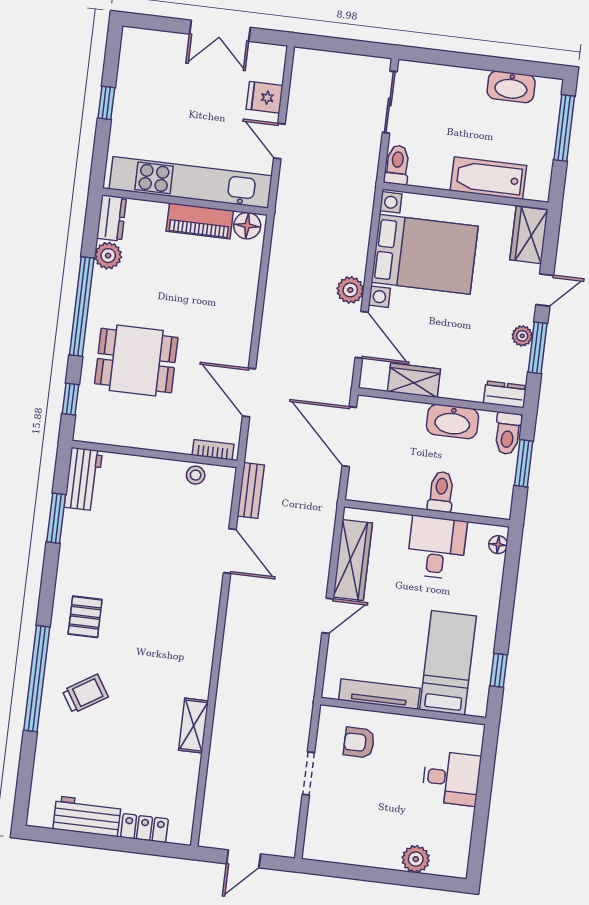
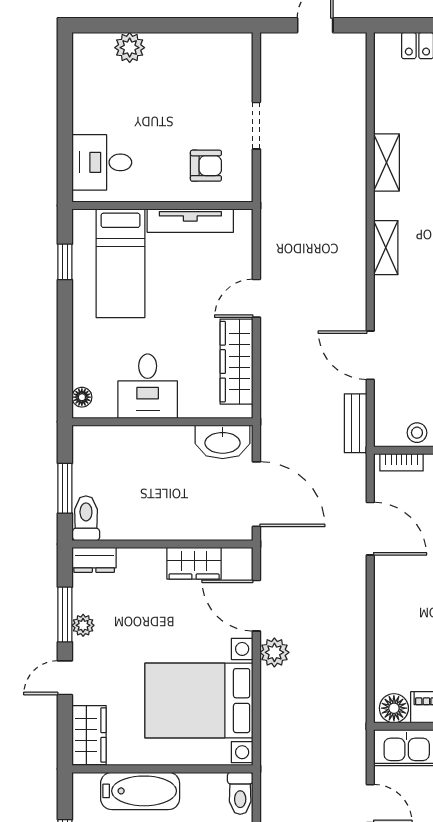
washbasin: (453, 422) -> (223, 442), moved, turned 180
toilet: (441, 492) -> (150, 447), removed
shelving: (204, 648) -> (386, 248), added
desk: (451, 778) -> (102, 162), moved

